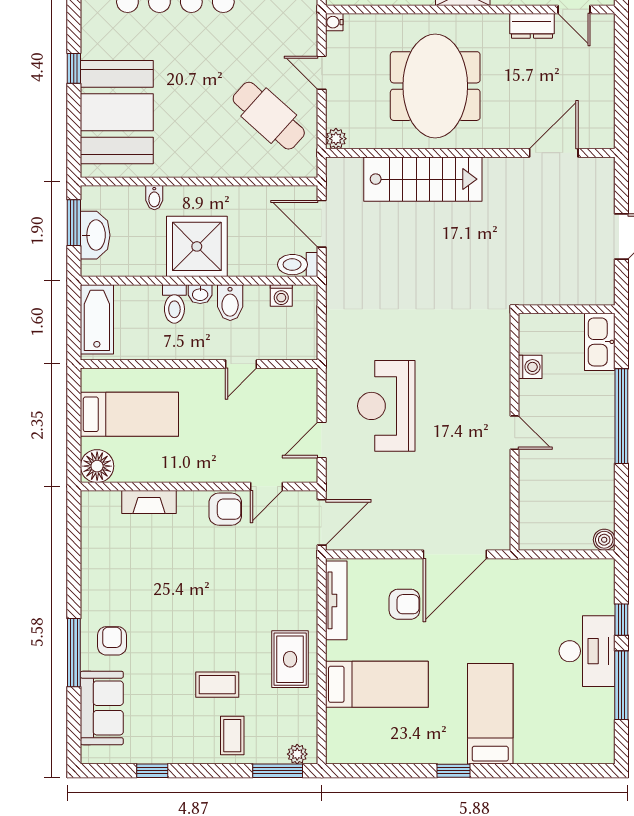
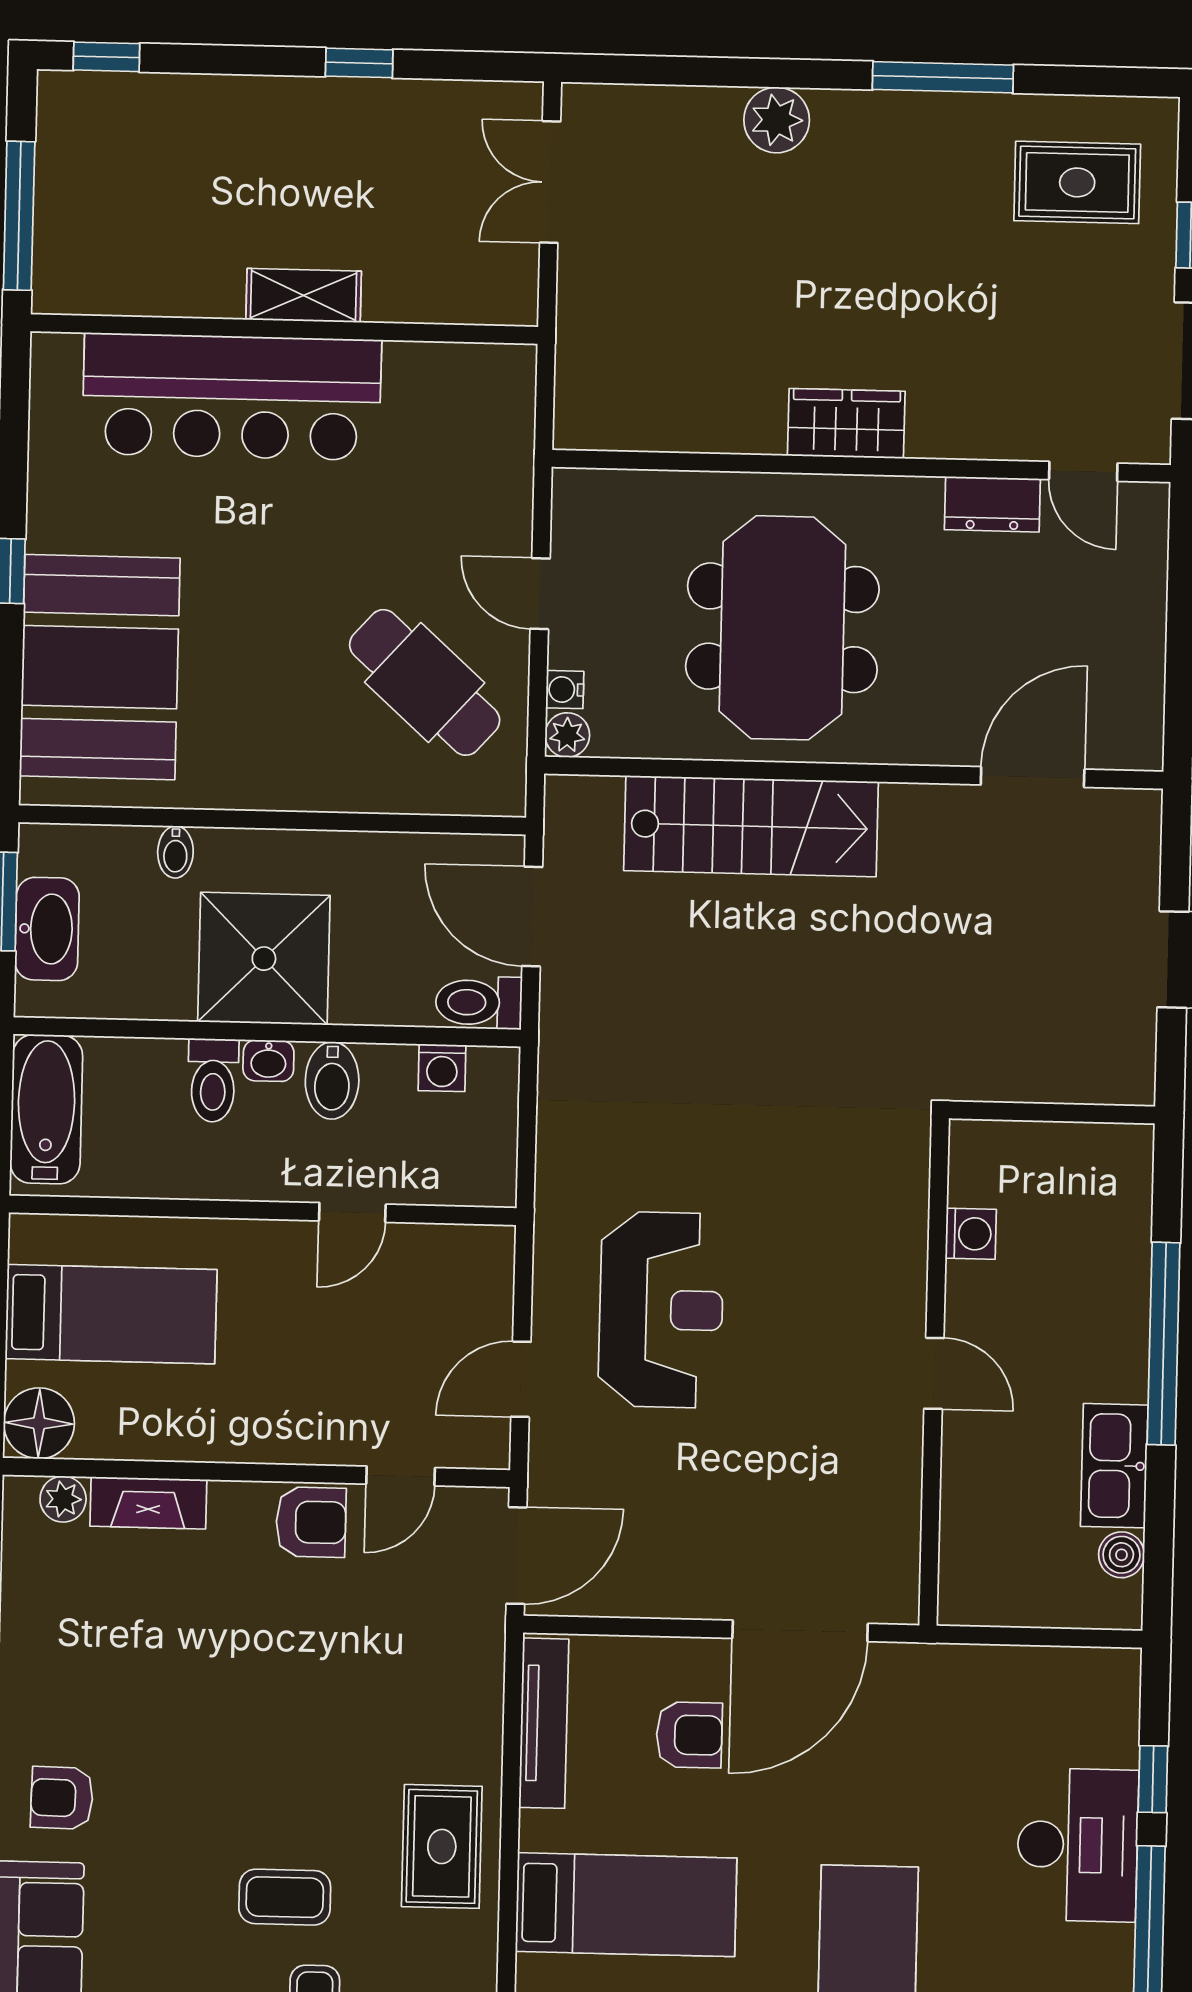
water cooler: (334, 22) -> (565, 690), moved
kitchen sink: (600, 342) -> (1114, 1466), moved
reception desk: (386, 406) -> (661, 1310), turned 180
plant: (109, 501) -> (63, 1499), added
boiler: (604, 540) -> (1121, 1555), moved
armchair: (112, 641) -> (62, 1798), turned -89

